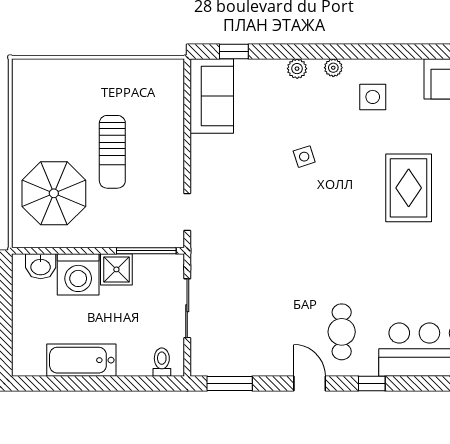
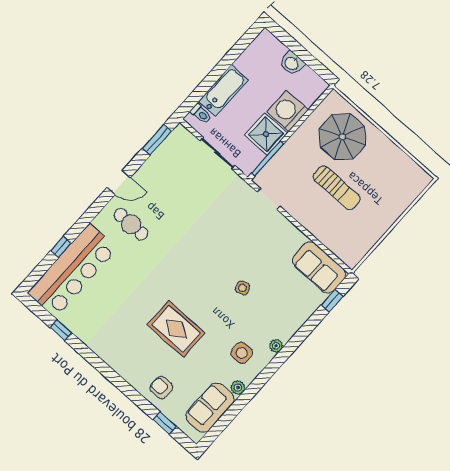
plant: (297, 69) -> (238, 388), moved
sun lounger: (112, 152) -> (337, 188), turned 180
washbasin: (41, 266) -> (292, 63), moved, turned -90
shower: (116, 269) -> (266, 134), width x1.36, depth x1.36
bathtub: (81, 360) -> (223, 91), moved
window: (372, 384) -> (61, 247), moved

